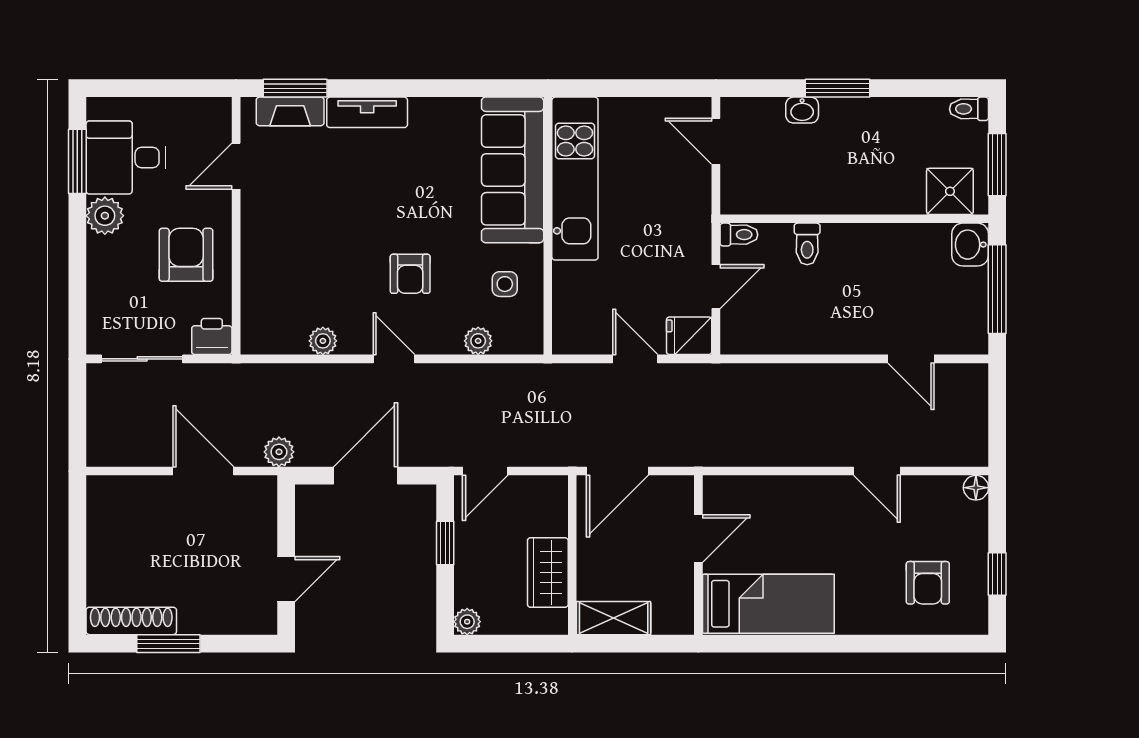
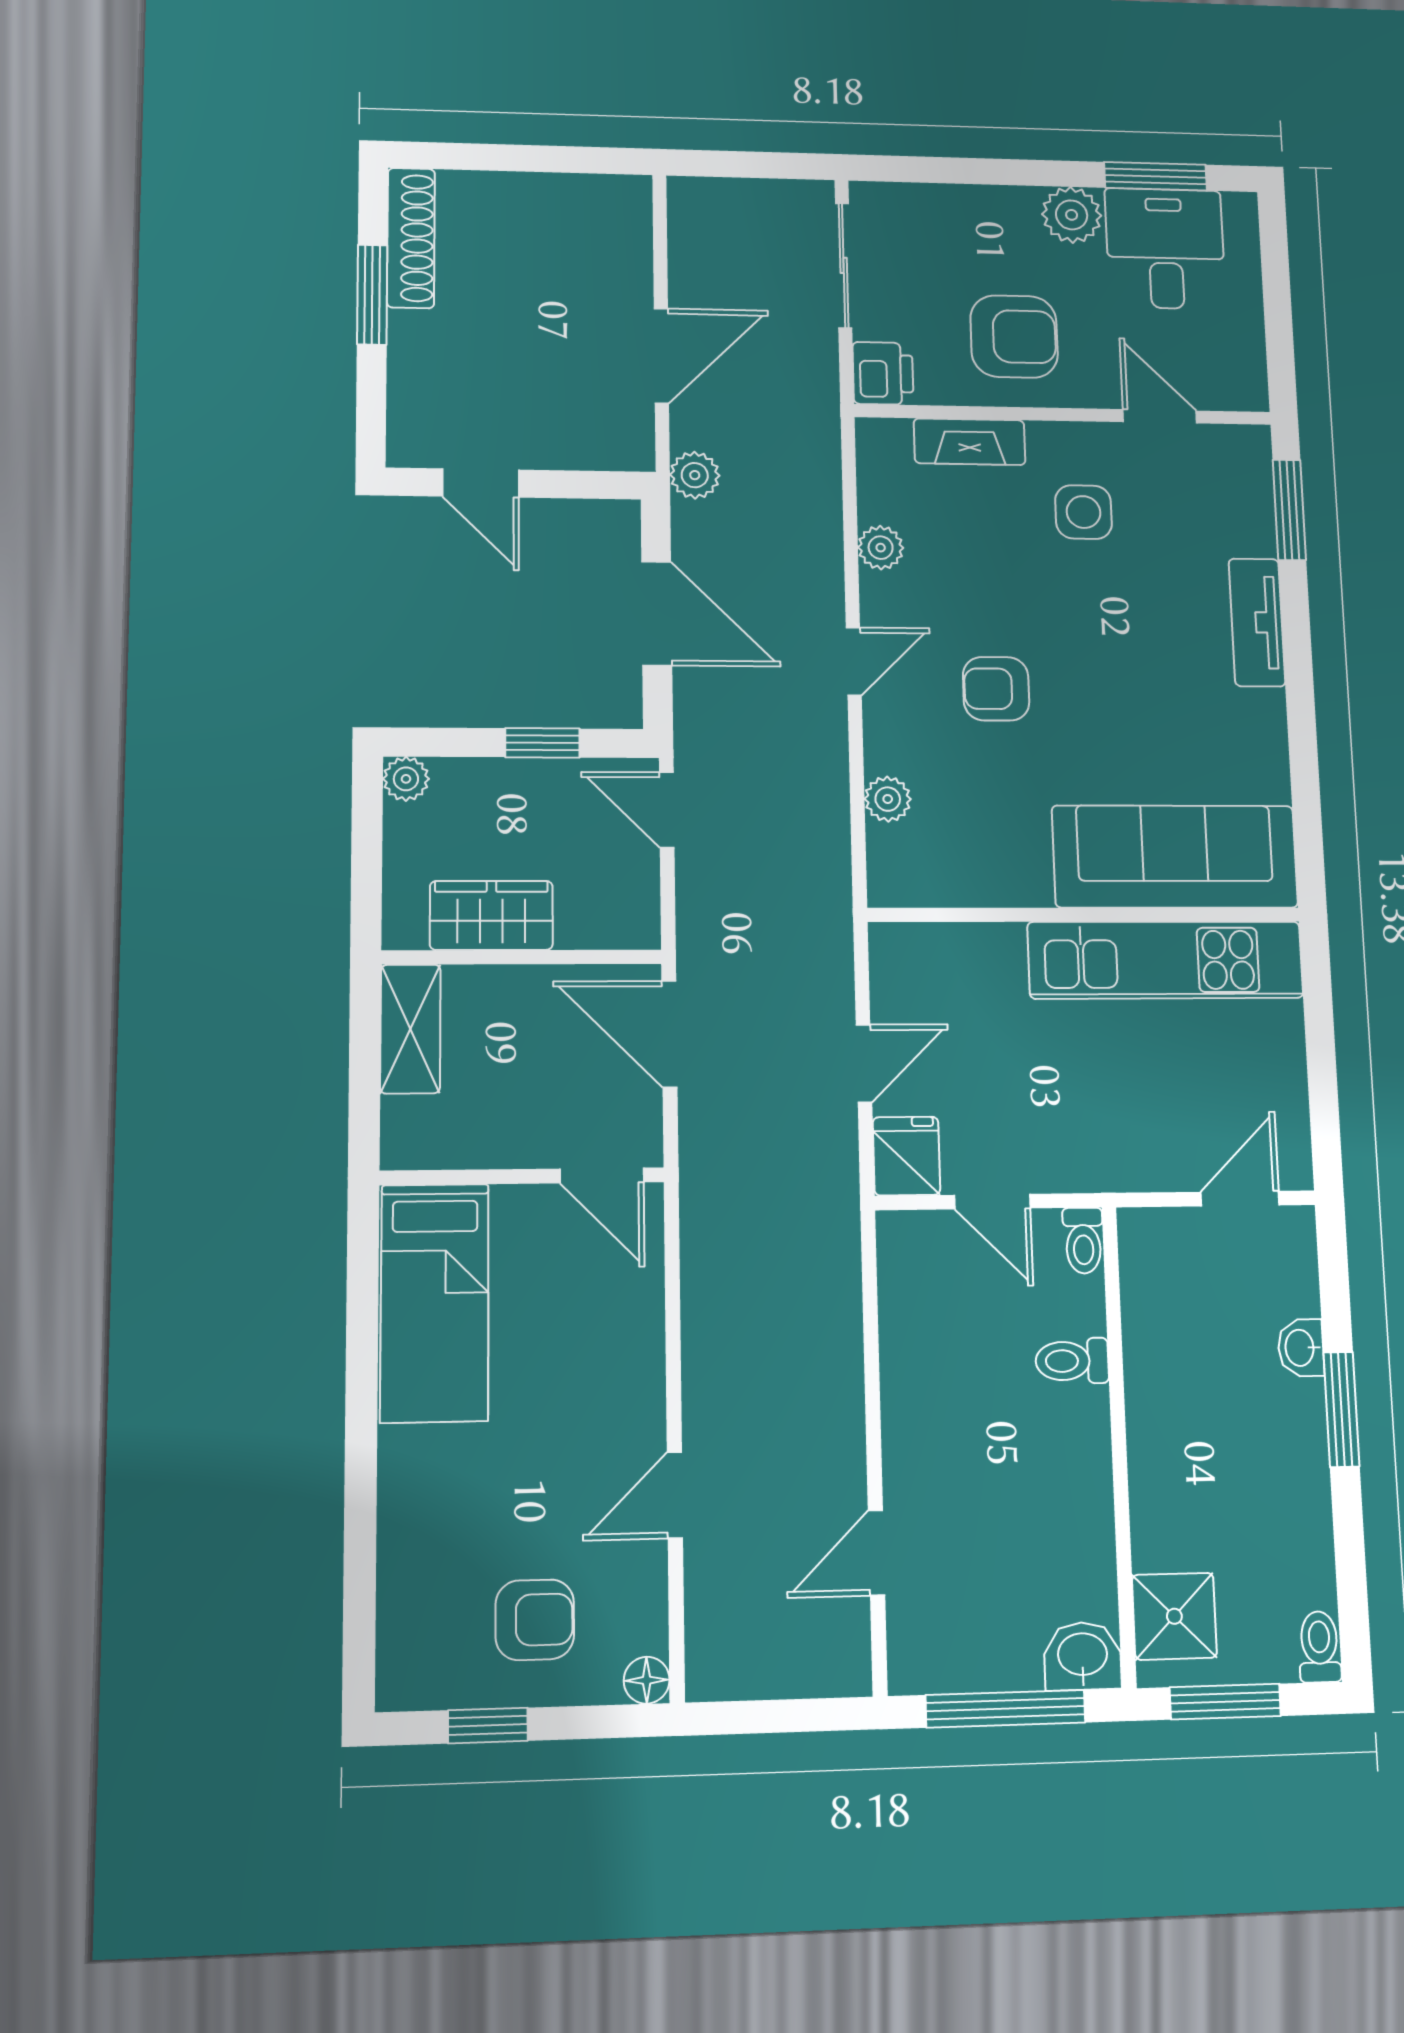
fireplace: (290, 111) -> (970, 442), moved, turned -90
side table: (505, 284) -> (1084, 512), moved, width x1.37, depth x1.37
door: (698, 539) -> (602, 1175), moved
armchair: (928, 583) -> (535, 1620), moved, turned 180

